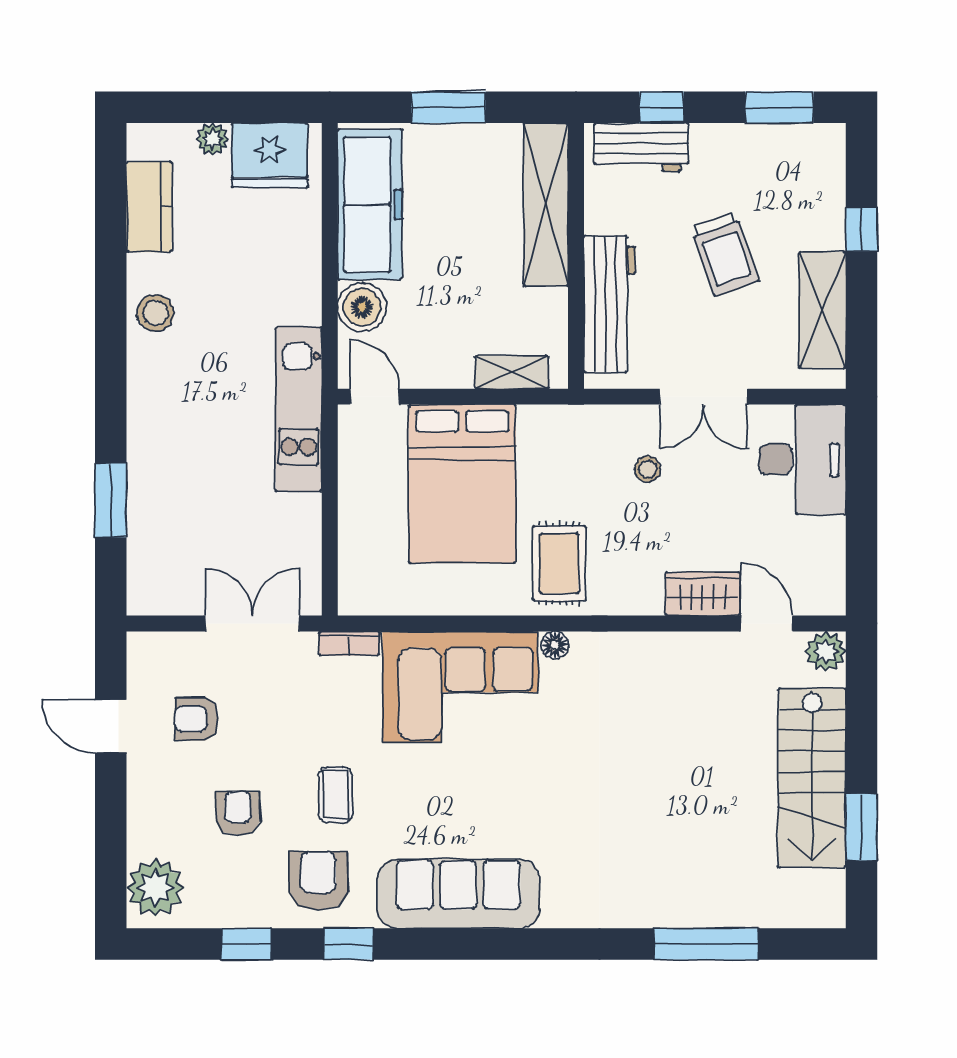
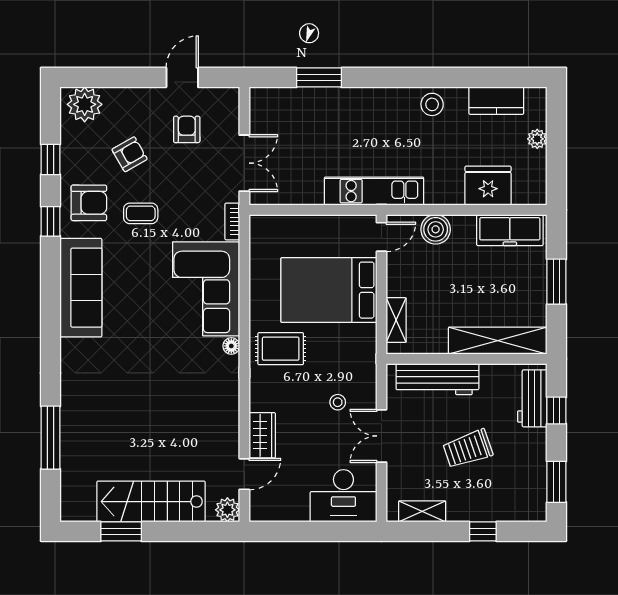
fridge: (270, 155) -> (488, 186), moved, turned 90
freezer: (370, 204) -> (510, 230), width x0.73, depth x0.79
shelving: (823, 310) -> (422, 511), width x0.67, depth x0.75
armchair: (238, 813) -> (130, 154), turned -30

